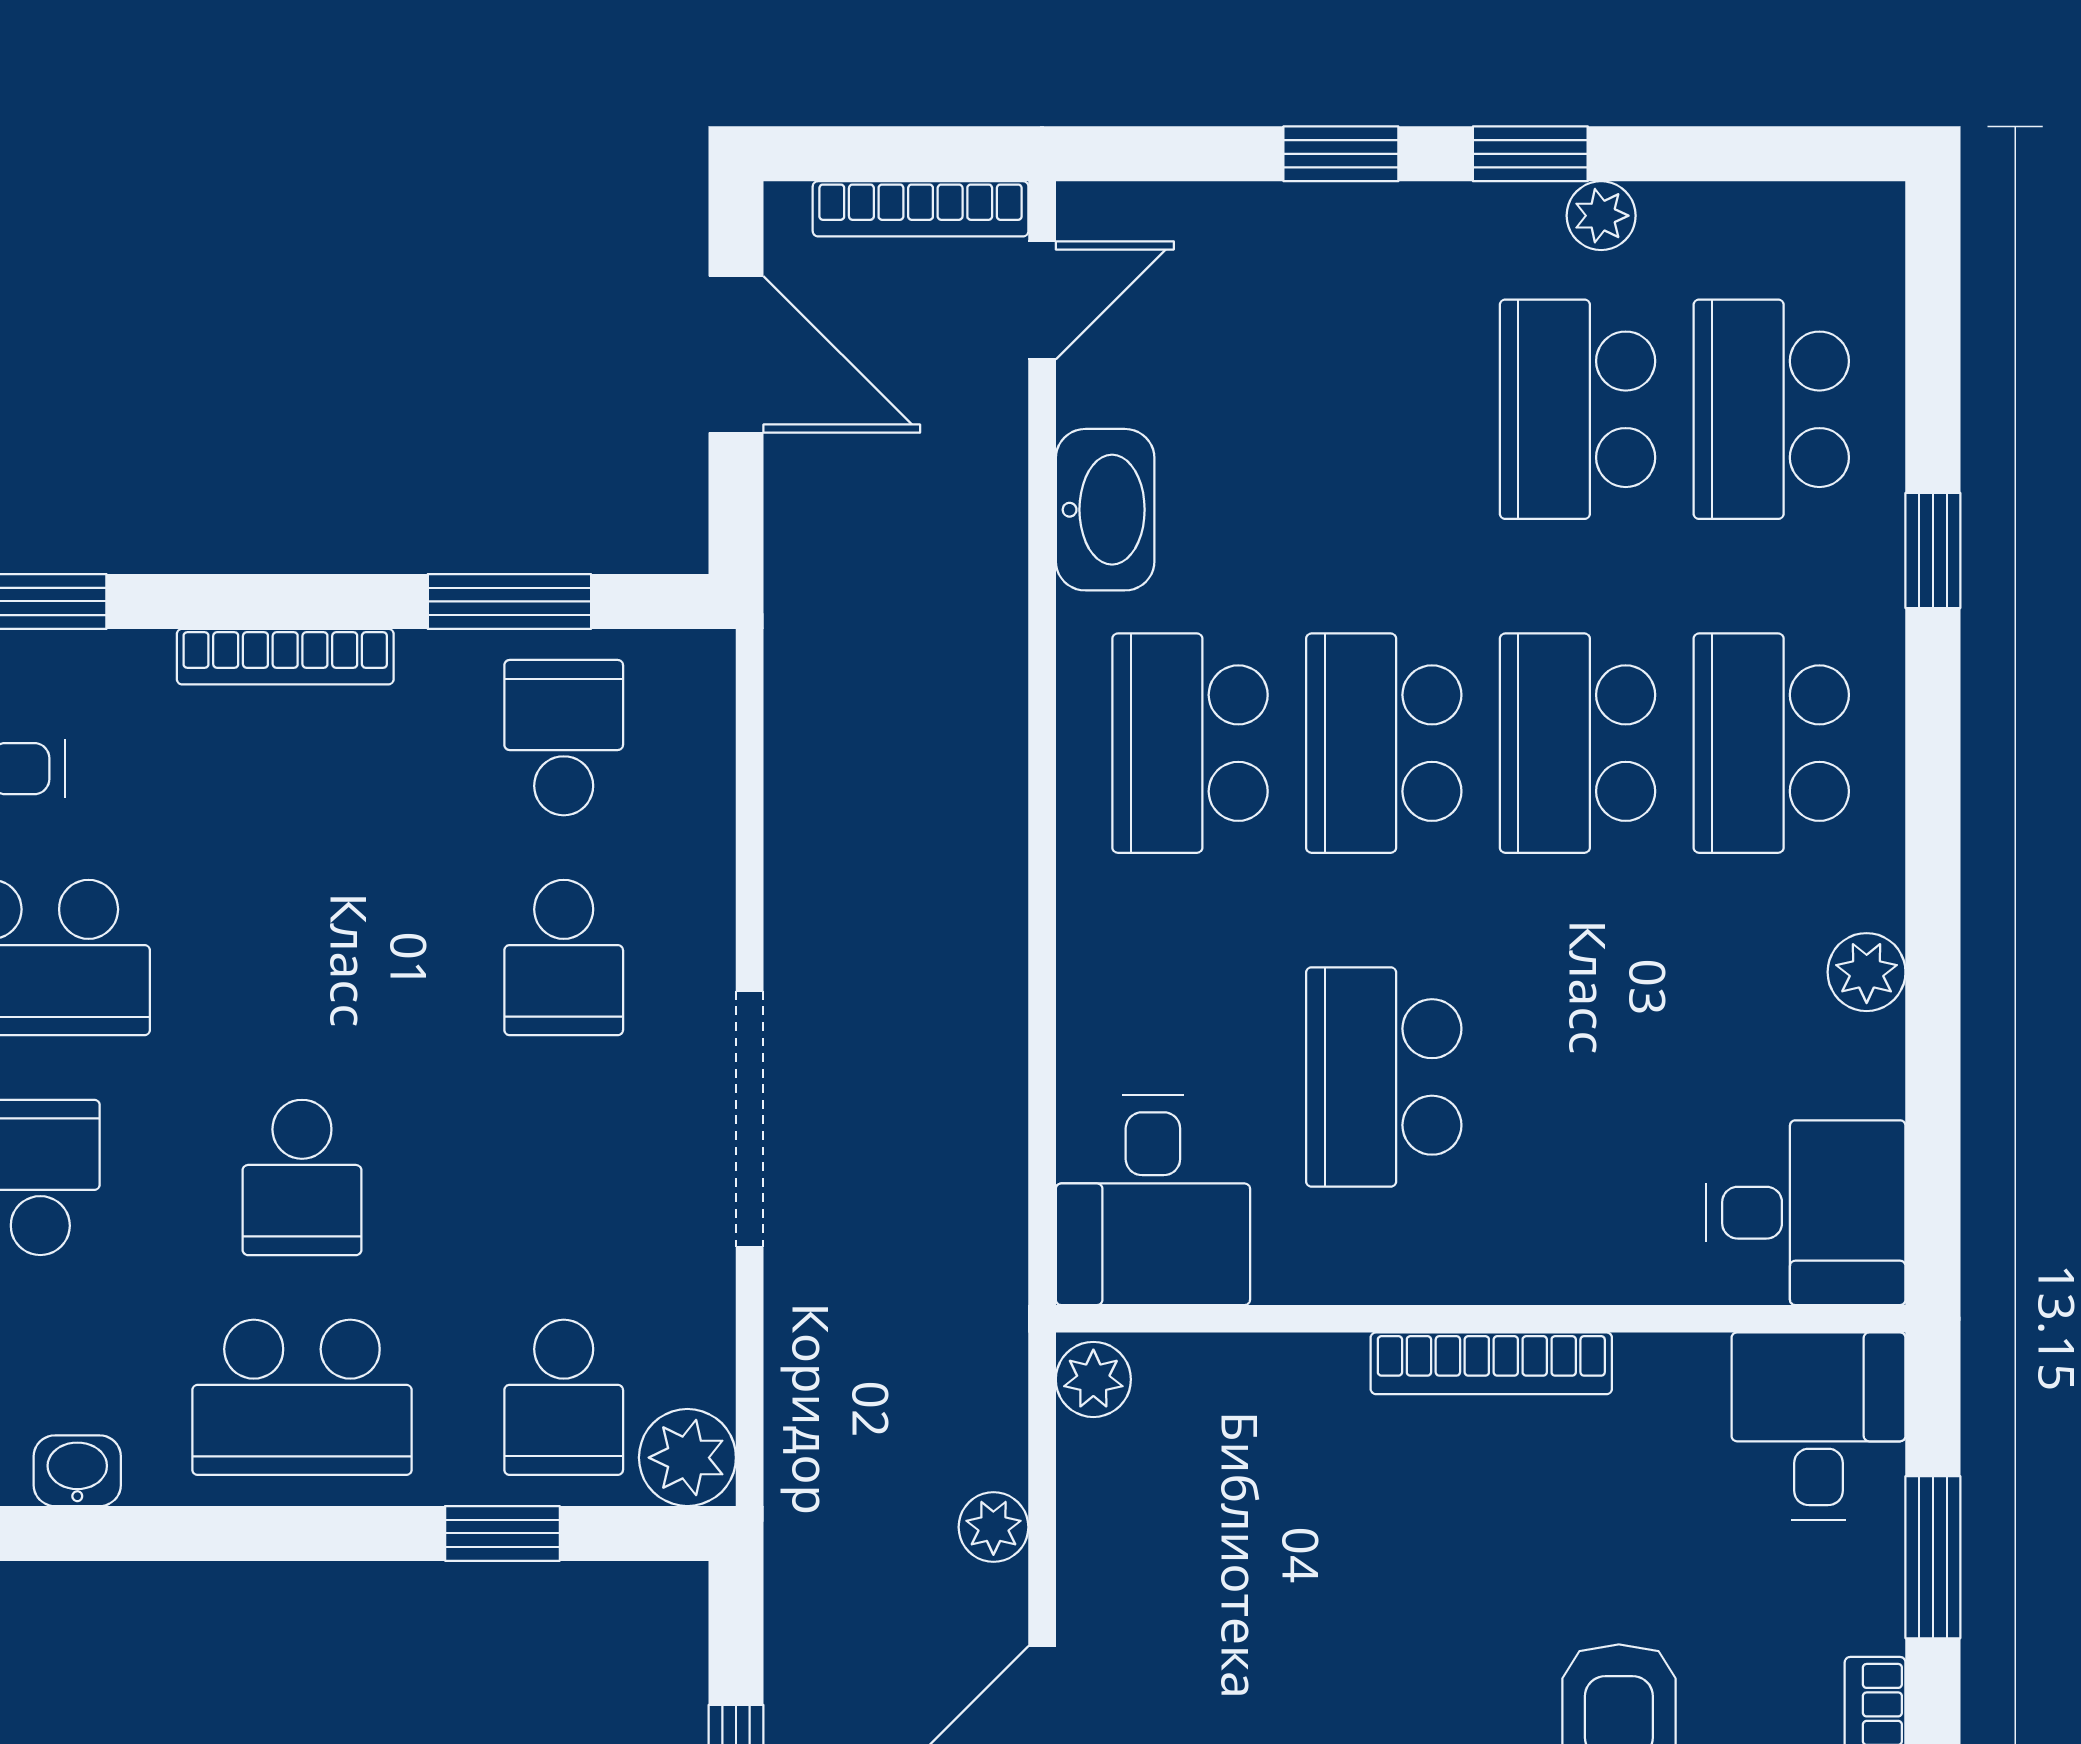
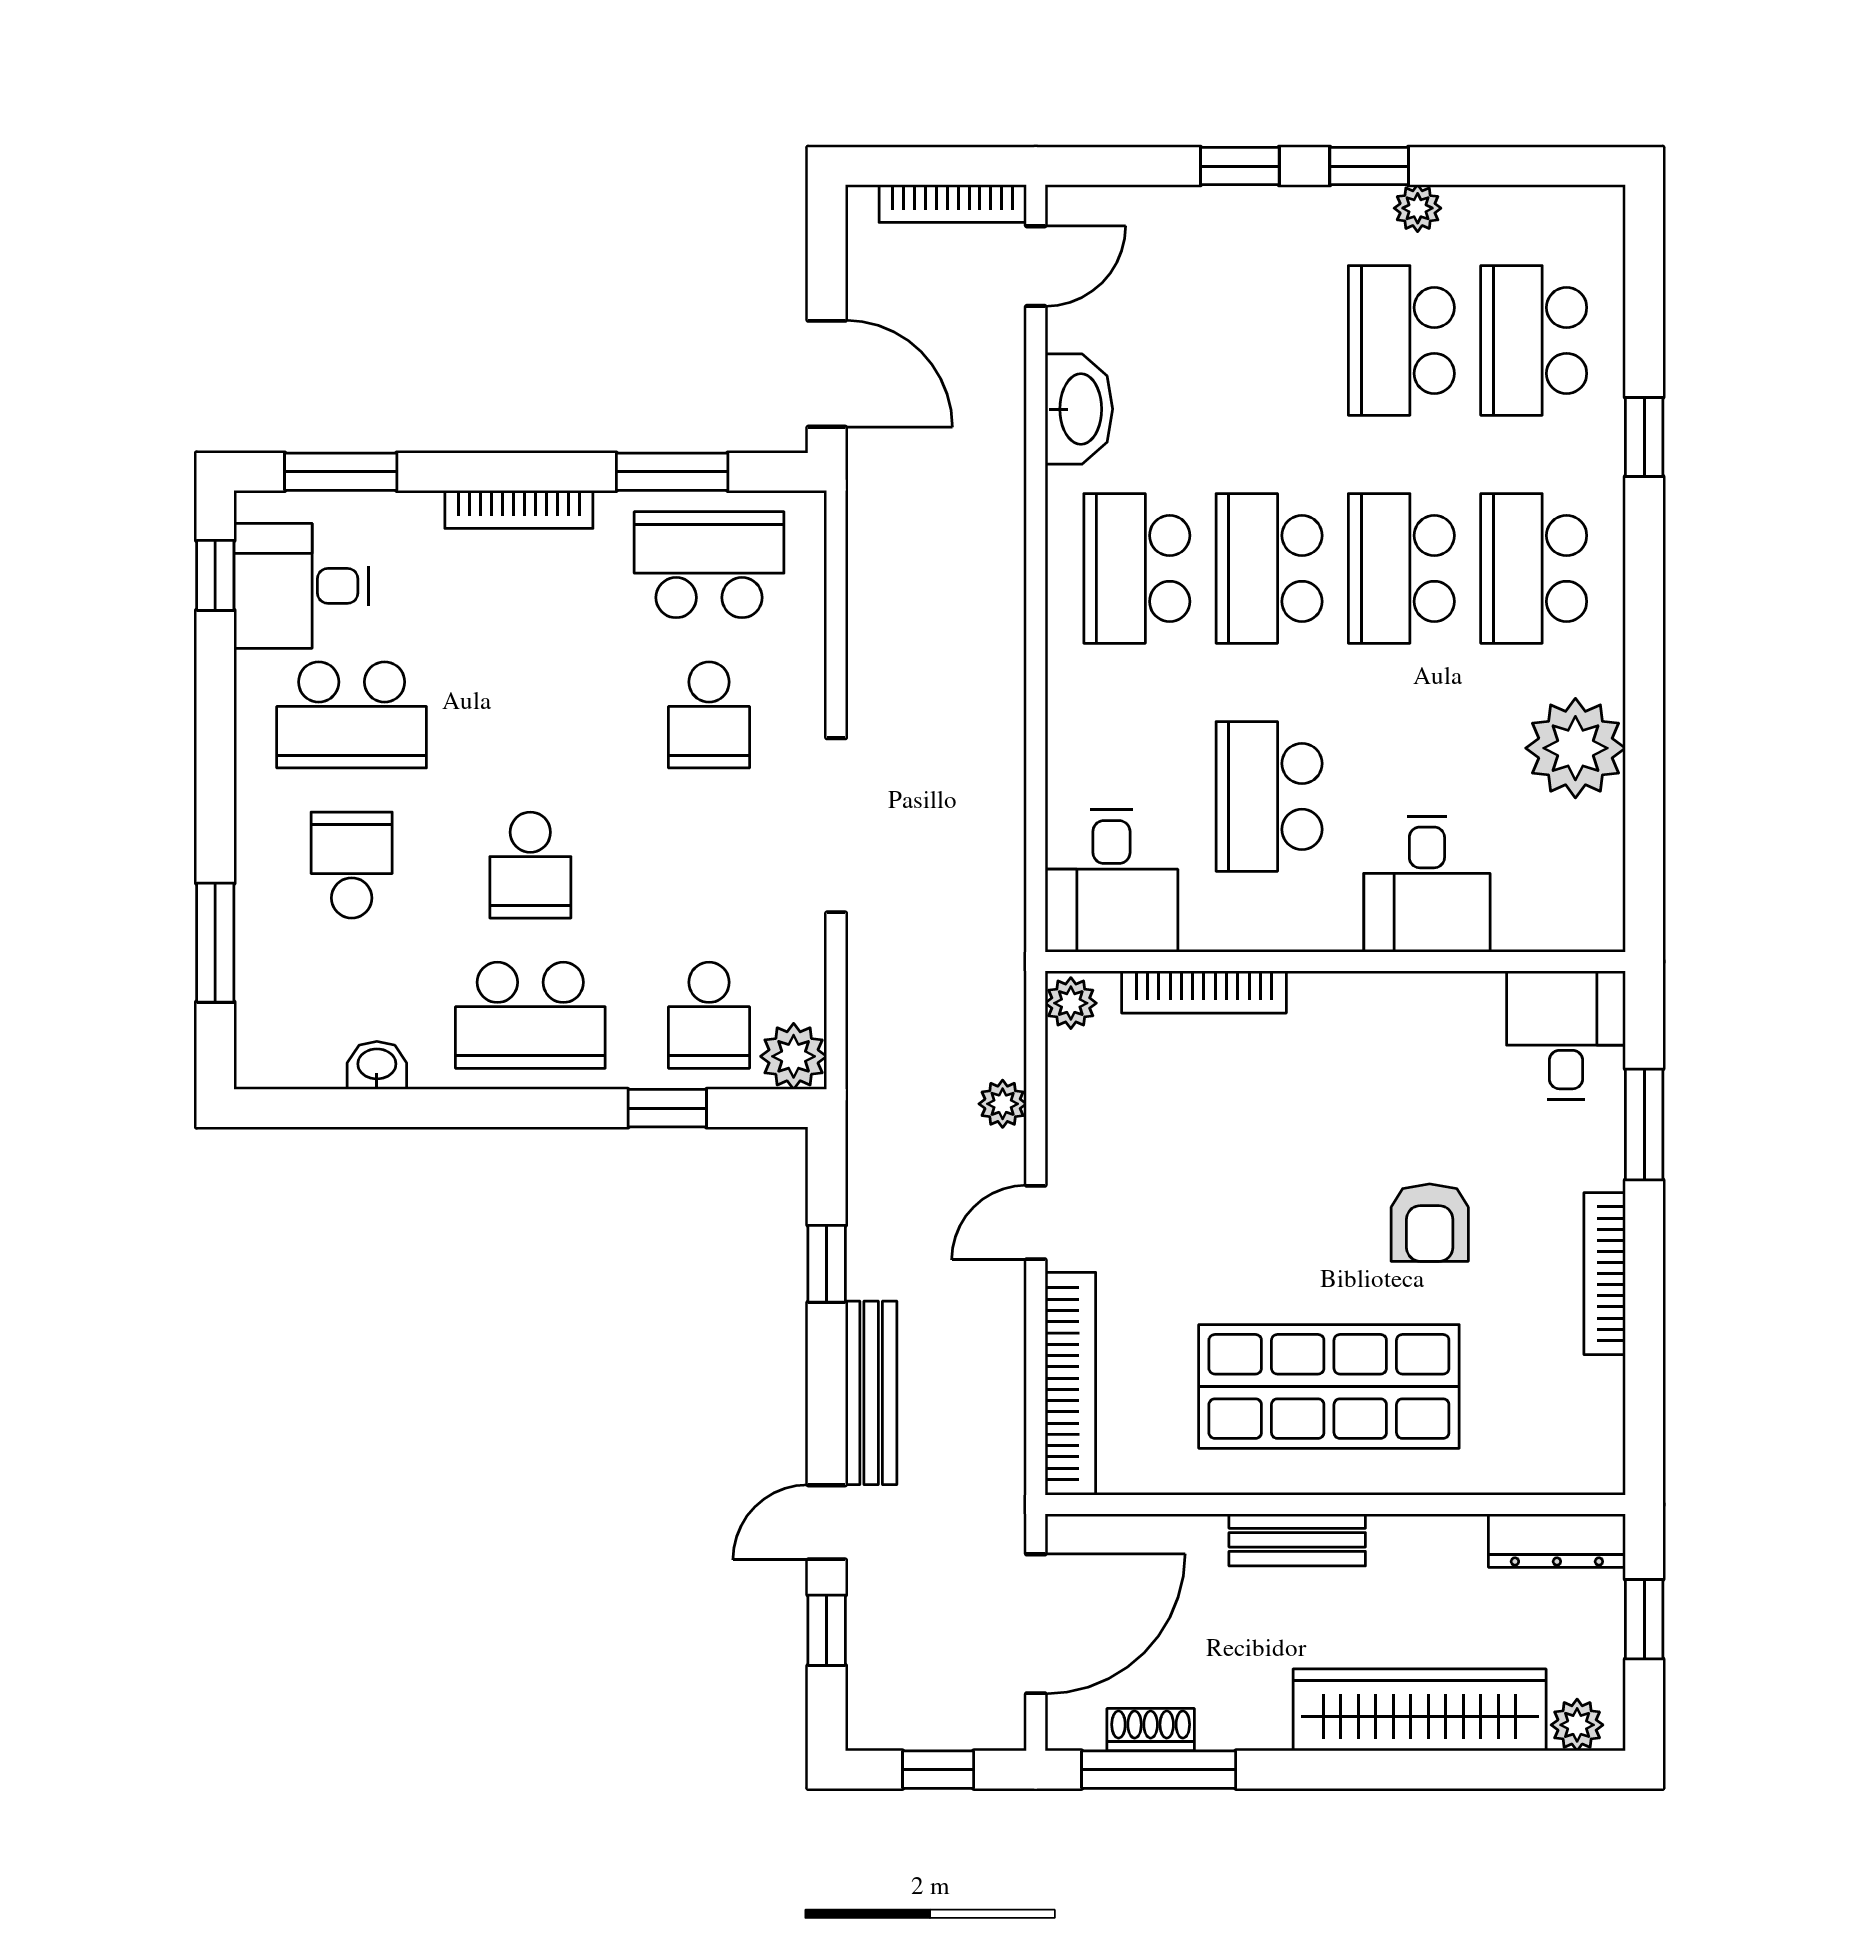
door: (736, 354) -> (827, 374), moved
school desk: (564, 738) -> (709, 565), width x1.85
plant: (1867, 972) -> (1575, 748), width x1.87, depth x1.87
desk: (1806, 1213) -> (1427, 884), moved, turned 90
bookcase: (1491, 1363) -> (1204, 992), moved

